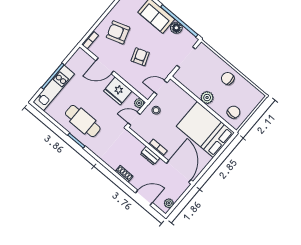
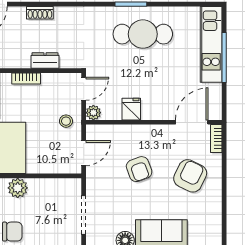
armchair: (118, 32) -> (190, 176), turned -46
door: (105, 66) -> (192, 122), moved
fridge: (118, 91) -> (131, 109), width x0.53, depth x0.75
dresser: (150, 156) -> (45, 60), moved

